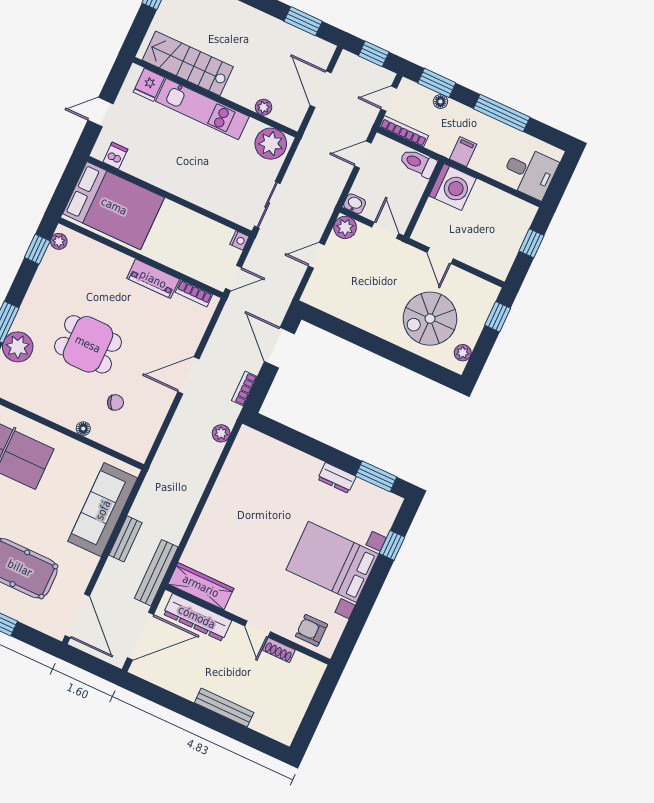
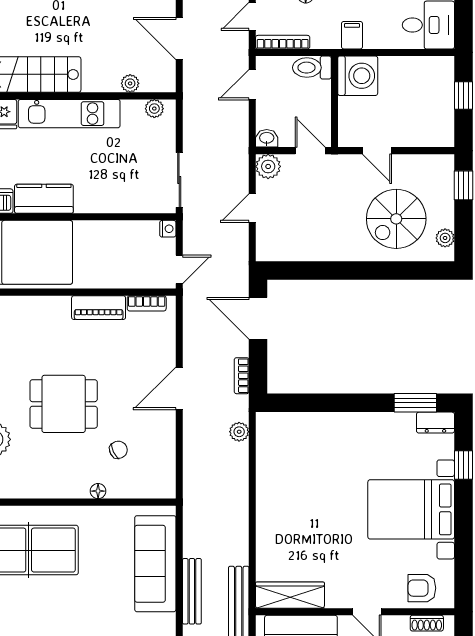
plant: (271, 144) -> (154, 109), width x0.53, depth x0.53
kitchen counter: (149, 169) -> (44, 199), added
dresser: (337, 478) -> (435, 423), moved
bench: (125, 539) -> (192, 591), width x1.36
shoe rack: (279, 650) -> (427, 623), moved

